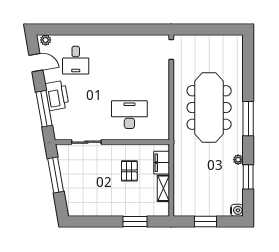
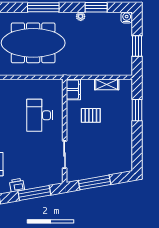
printer: (57, 96) -> (17, 185), width x0.53, depth x0.68
filing cabinet: (162, 163) -> (73, 89), moved, turned -90

